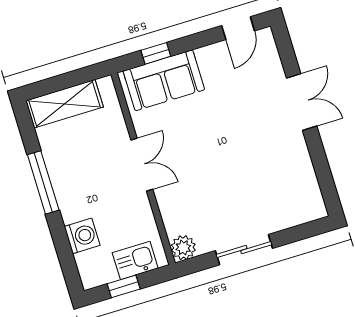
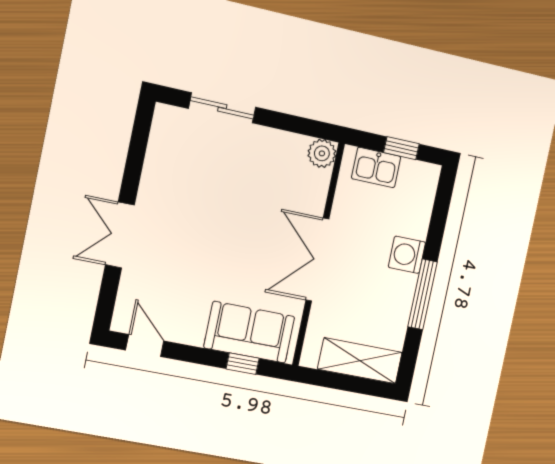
door: (238, 28) -> (145, 346), hinge flipped
double door: (142, 165) -> (317, 260), width x1.37
washing machine: (82, 236) -> (407, 255), moved
sliding door: (244, 250) -> (222, 108), moved

